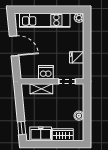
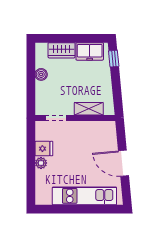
plant: (79, 18) -> (41, 163), moved
dishwasher: (46, 72) -> (83, 130), removed

